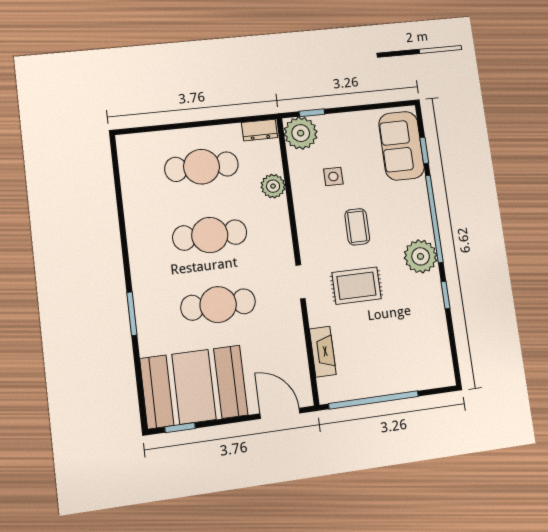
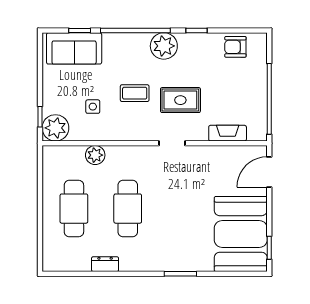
dresser: (259, 130) -> (105, 264), moved, turned -90
rug: (356, 286) -> (180, 100), turned 90
cafe table: (218, 305) -> (182, 209), removed
armchair: (433, 347) -> (235, 47), added

